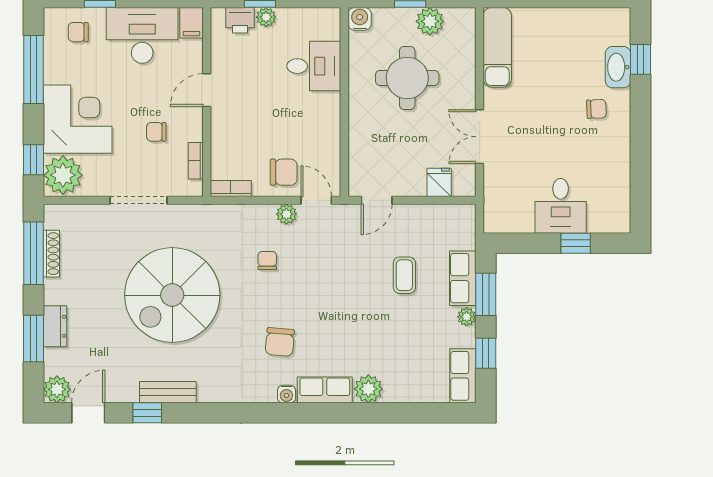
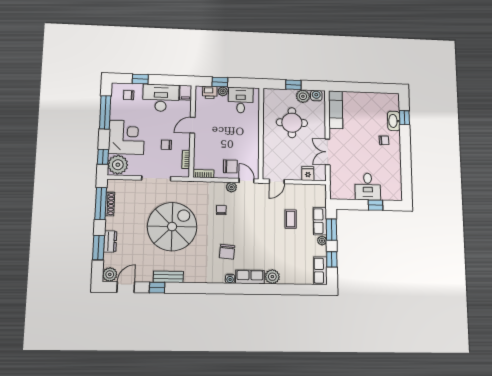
water cooler: (360, 19) -> (316, 96), moved
desk: (314, 66) -> (241, 100), moved, turned -90
spiral stairs: (172, 295) -> (172, 227), turned 180

